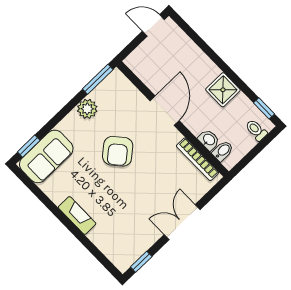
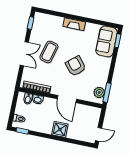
shower: (223, 90) -> (60, 129), moved
plant: (87, 109) -> (99, 92), moved
coffee table: (143, 200) -> (49, 52), added

